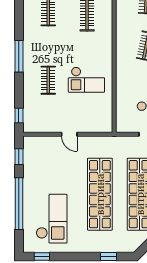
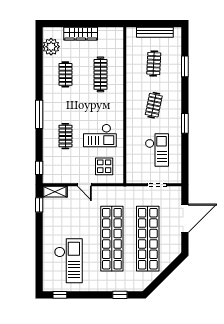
display table: (91, 114) -> (104, 166), added
shelving: (36, 142) -> (55, 192), added
window: (19, 204) -> (39, 247), removed

